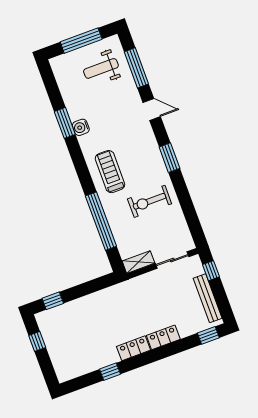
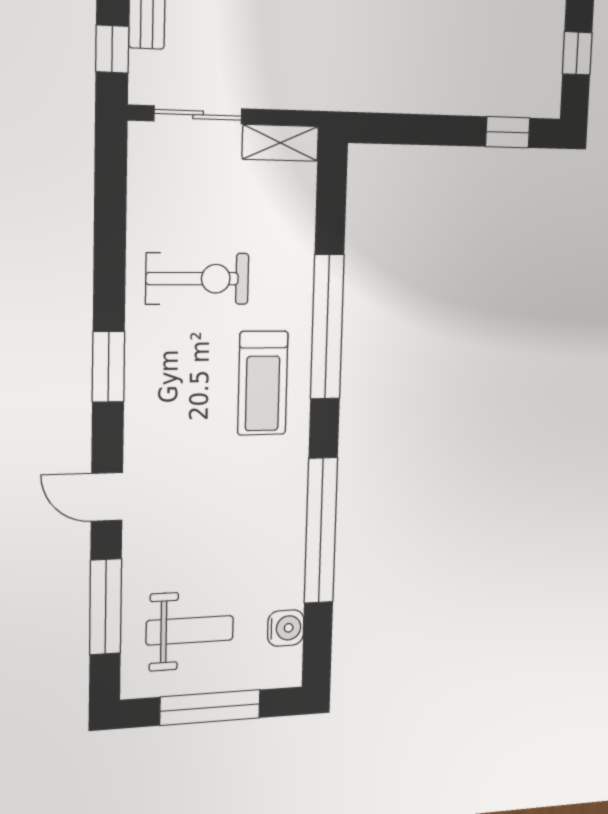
window: (65, 123) -> (321, 531), width x2.11
water cooler: (81, 127) -> (286, 628), moved
window: (101, 221) -> (327, 327), moved

